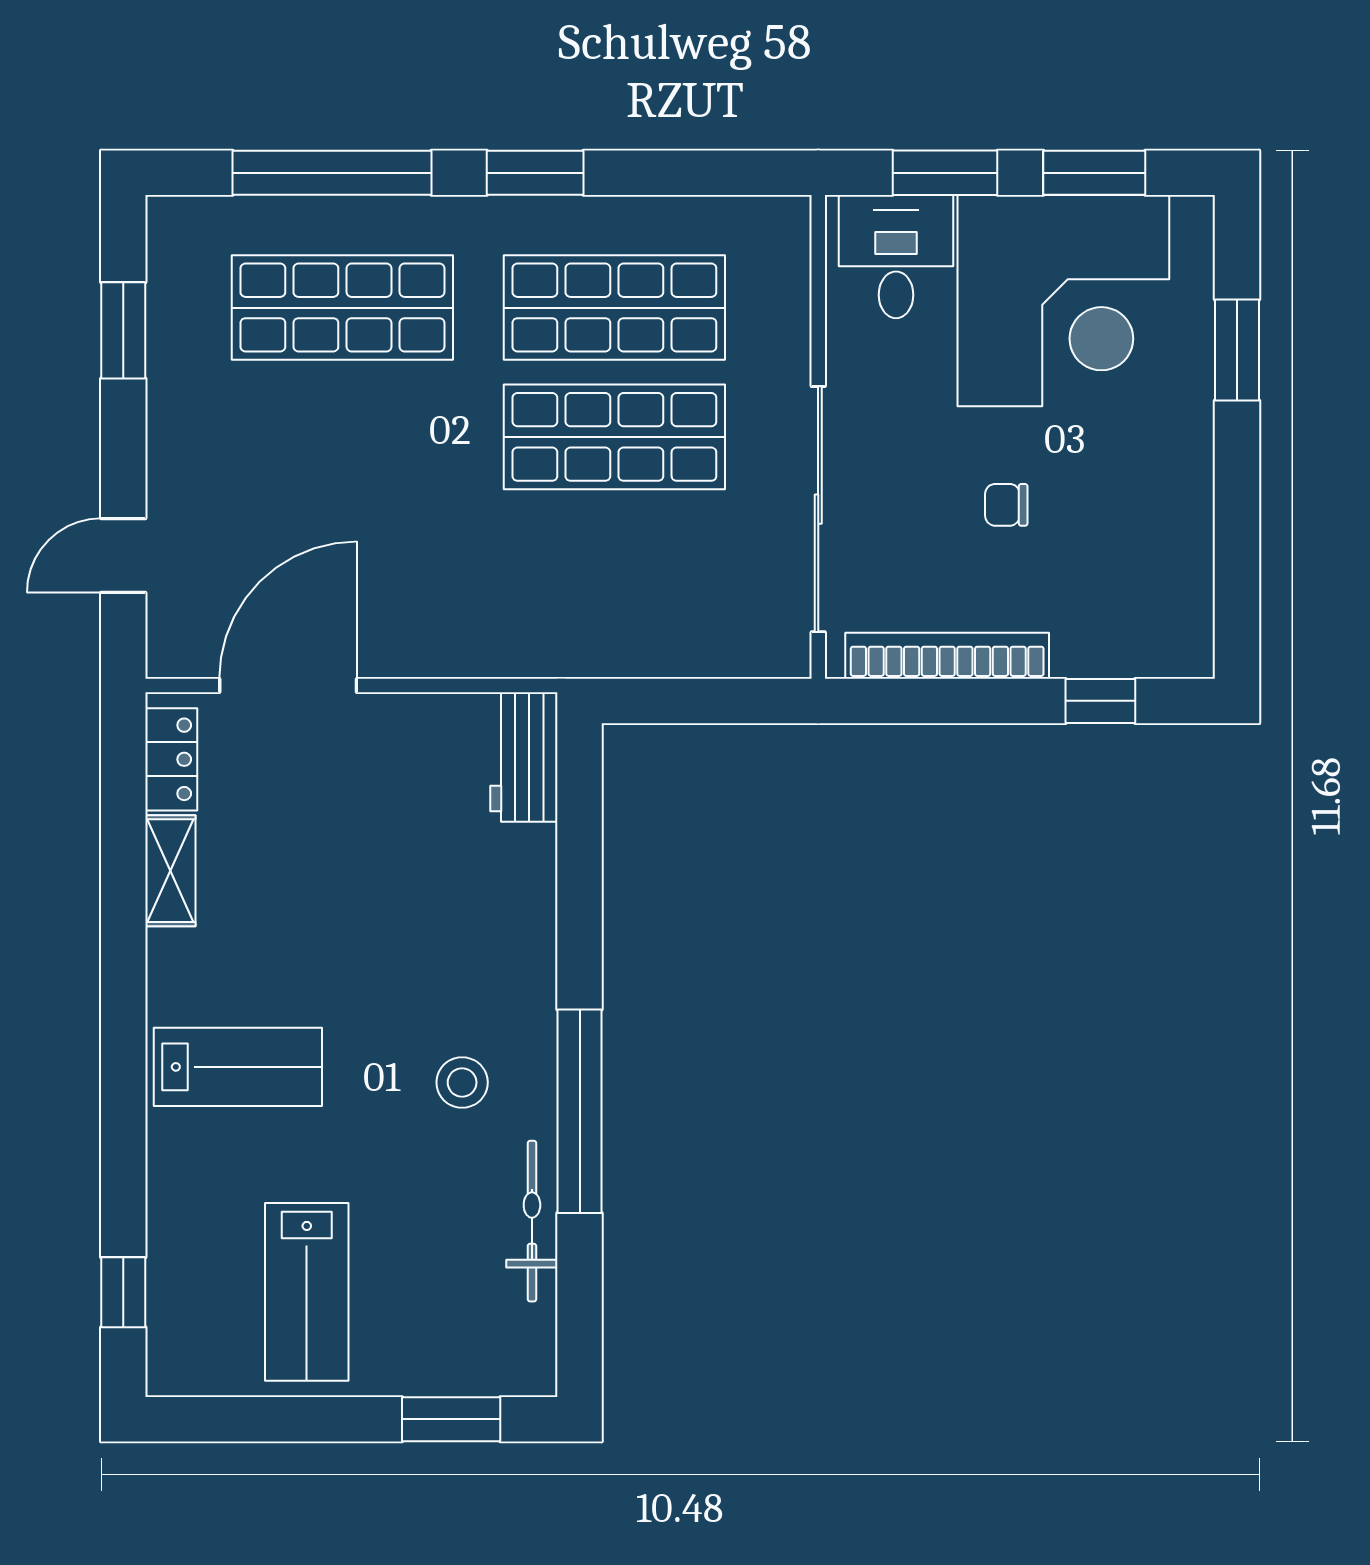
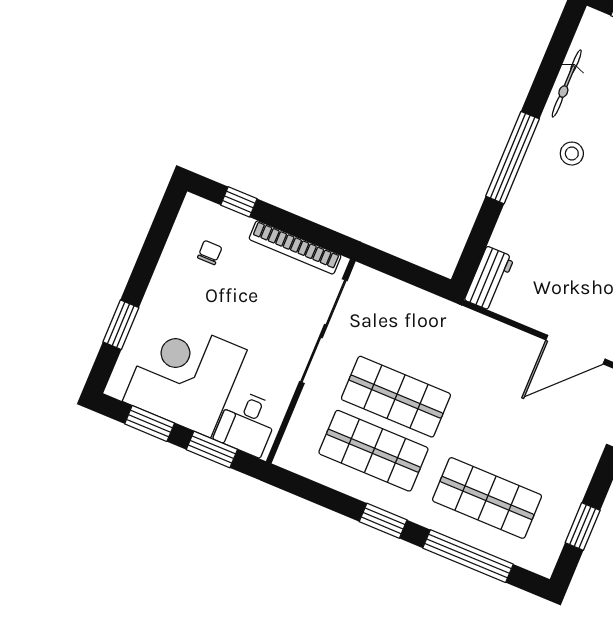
chair: (1006, 505) -> (210, 253), moved, turned -90
window: (580, 1111) -> (513, 158), moved

